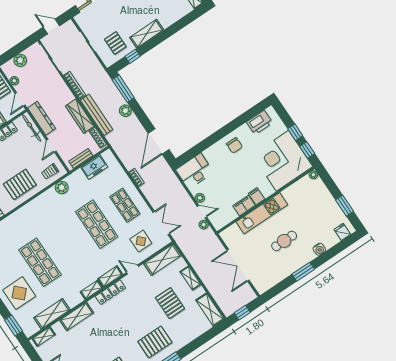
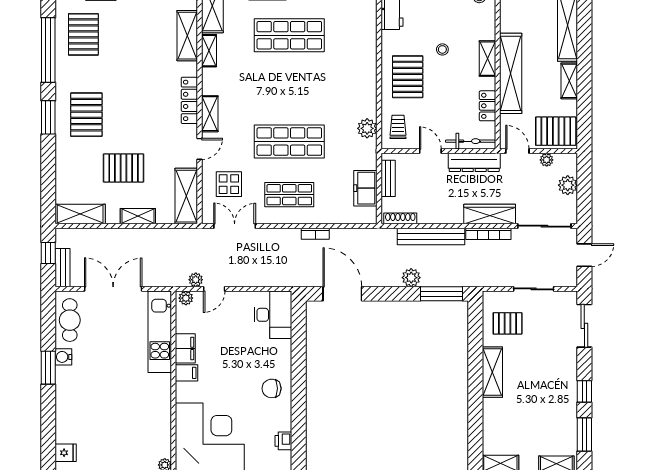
window: (133, 56) -> (475, 334), removed
wardrobe: (80, 116) -> (490, 214), moved
printer: (259, 122) -> (283, 441), width x0.53, depth x0.68
plant: (200, 198) -> (186, 298), moved
kitchen unit: (262, 213) -> (160, 332), moved
double door: (161, 223) -> (235, 226), swing flipped
cafe table: (284, 241) -> (70, 320), moved
water cooler: (319, 249) -> (63, 357), moved
shelving: (91, 290) -> (209, 51), moved
bench: (245, 300) -> (63, 268), added

